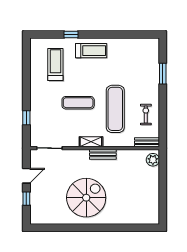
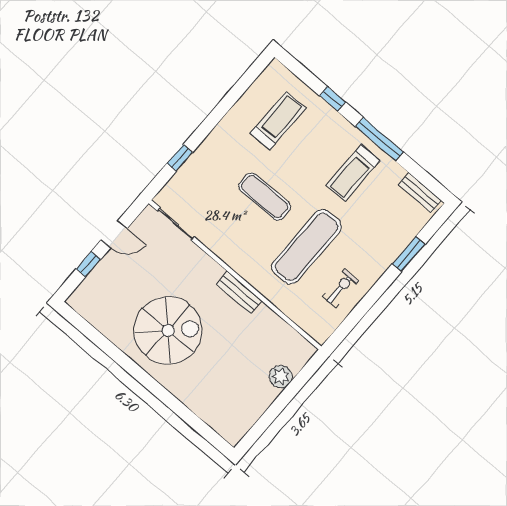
window: (107, 34) -> (379, 139), added
treadmill: (91, 51) -> (353, 173), moved, turned 90
shelving: (91, 142) -> (237, 262), removed
bench: (147, 142) -> (420, 193), moved
plant: (153, 160) -> (281, 377), moved

